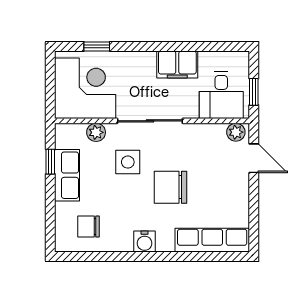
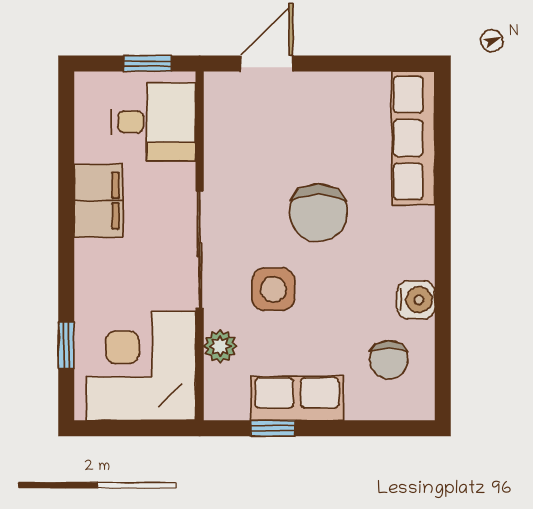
plant: (236, 132) -> (220, 96), removed
water cooler: (145, 242) -> (416, 300), moved

